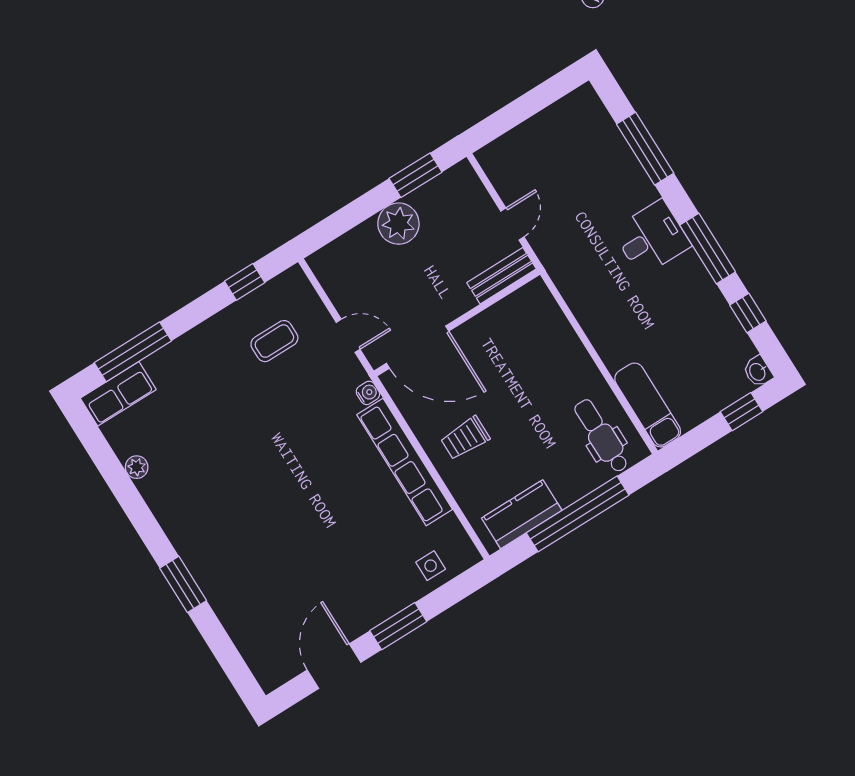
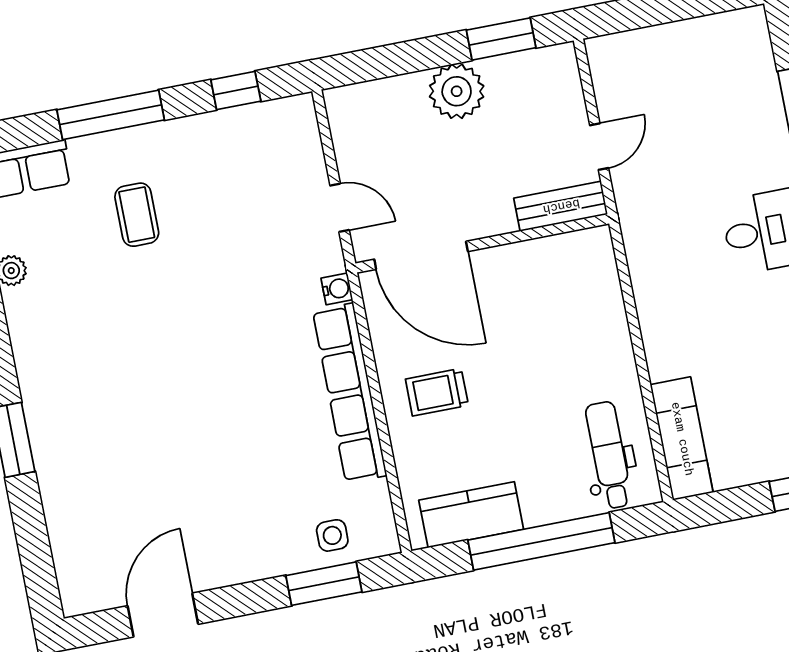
coffee table: (274, 341) -> (137, 215), moved, turned 90
window: (133, 352) -> (111, 115), moved
window: (398, 626) -> (324, 584), moved

